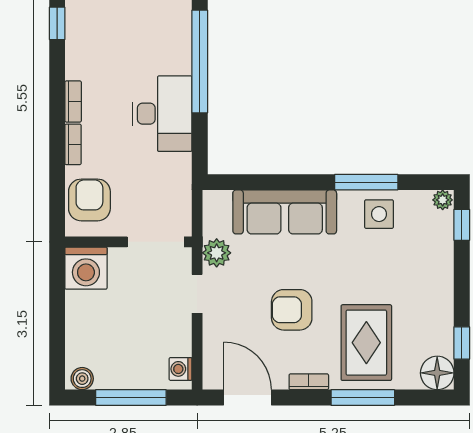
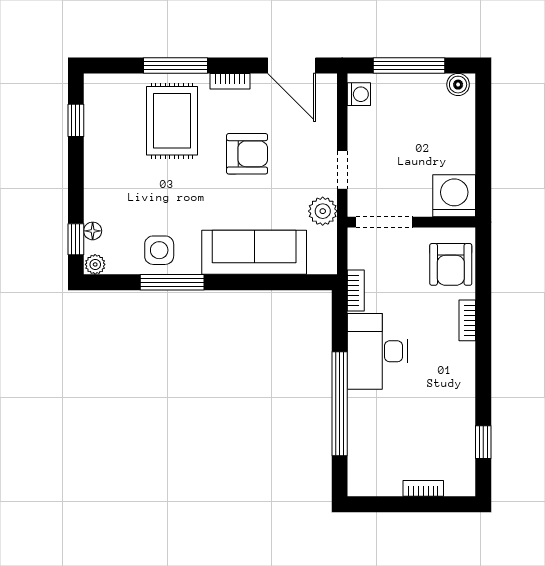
bookcase: (73, 101) -> (356, 291), moved, turned 180
floor lamp: (437, 373) -> (93, 231), moved, width x0.53, depth x0.53

